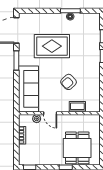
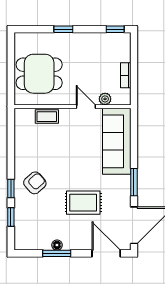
door: (36, 11) -> (106, 253), added
rug: (52, 46) -> (83, 203), width x0.73, depth x0.70
armchair: (69, 82) -> (35, 183), moved
dining table: (77, 148) -> (39, 74), moved, turned 90

